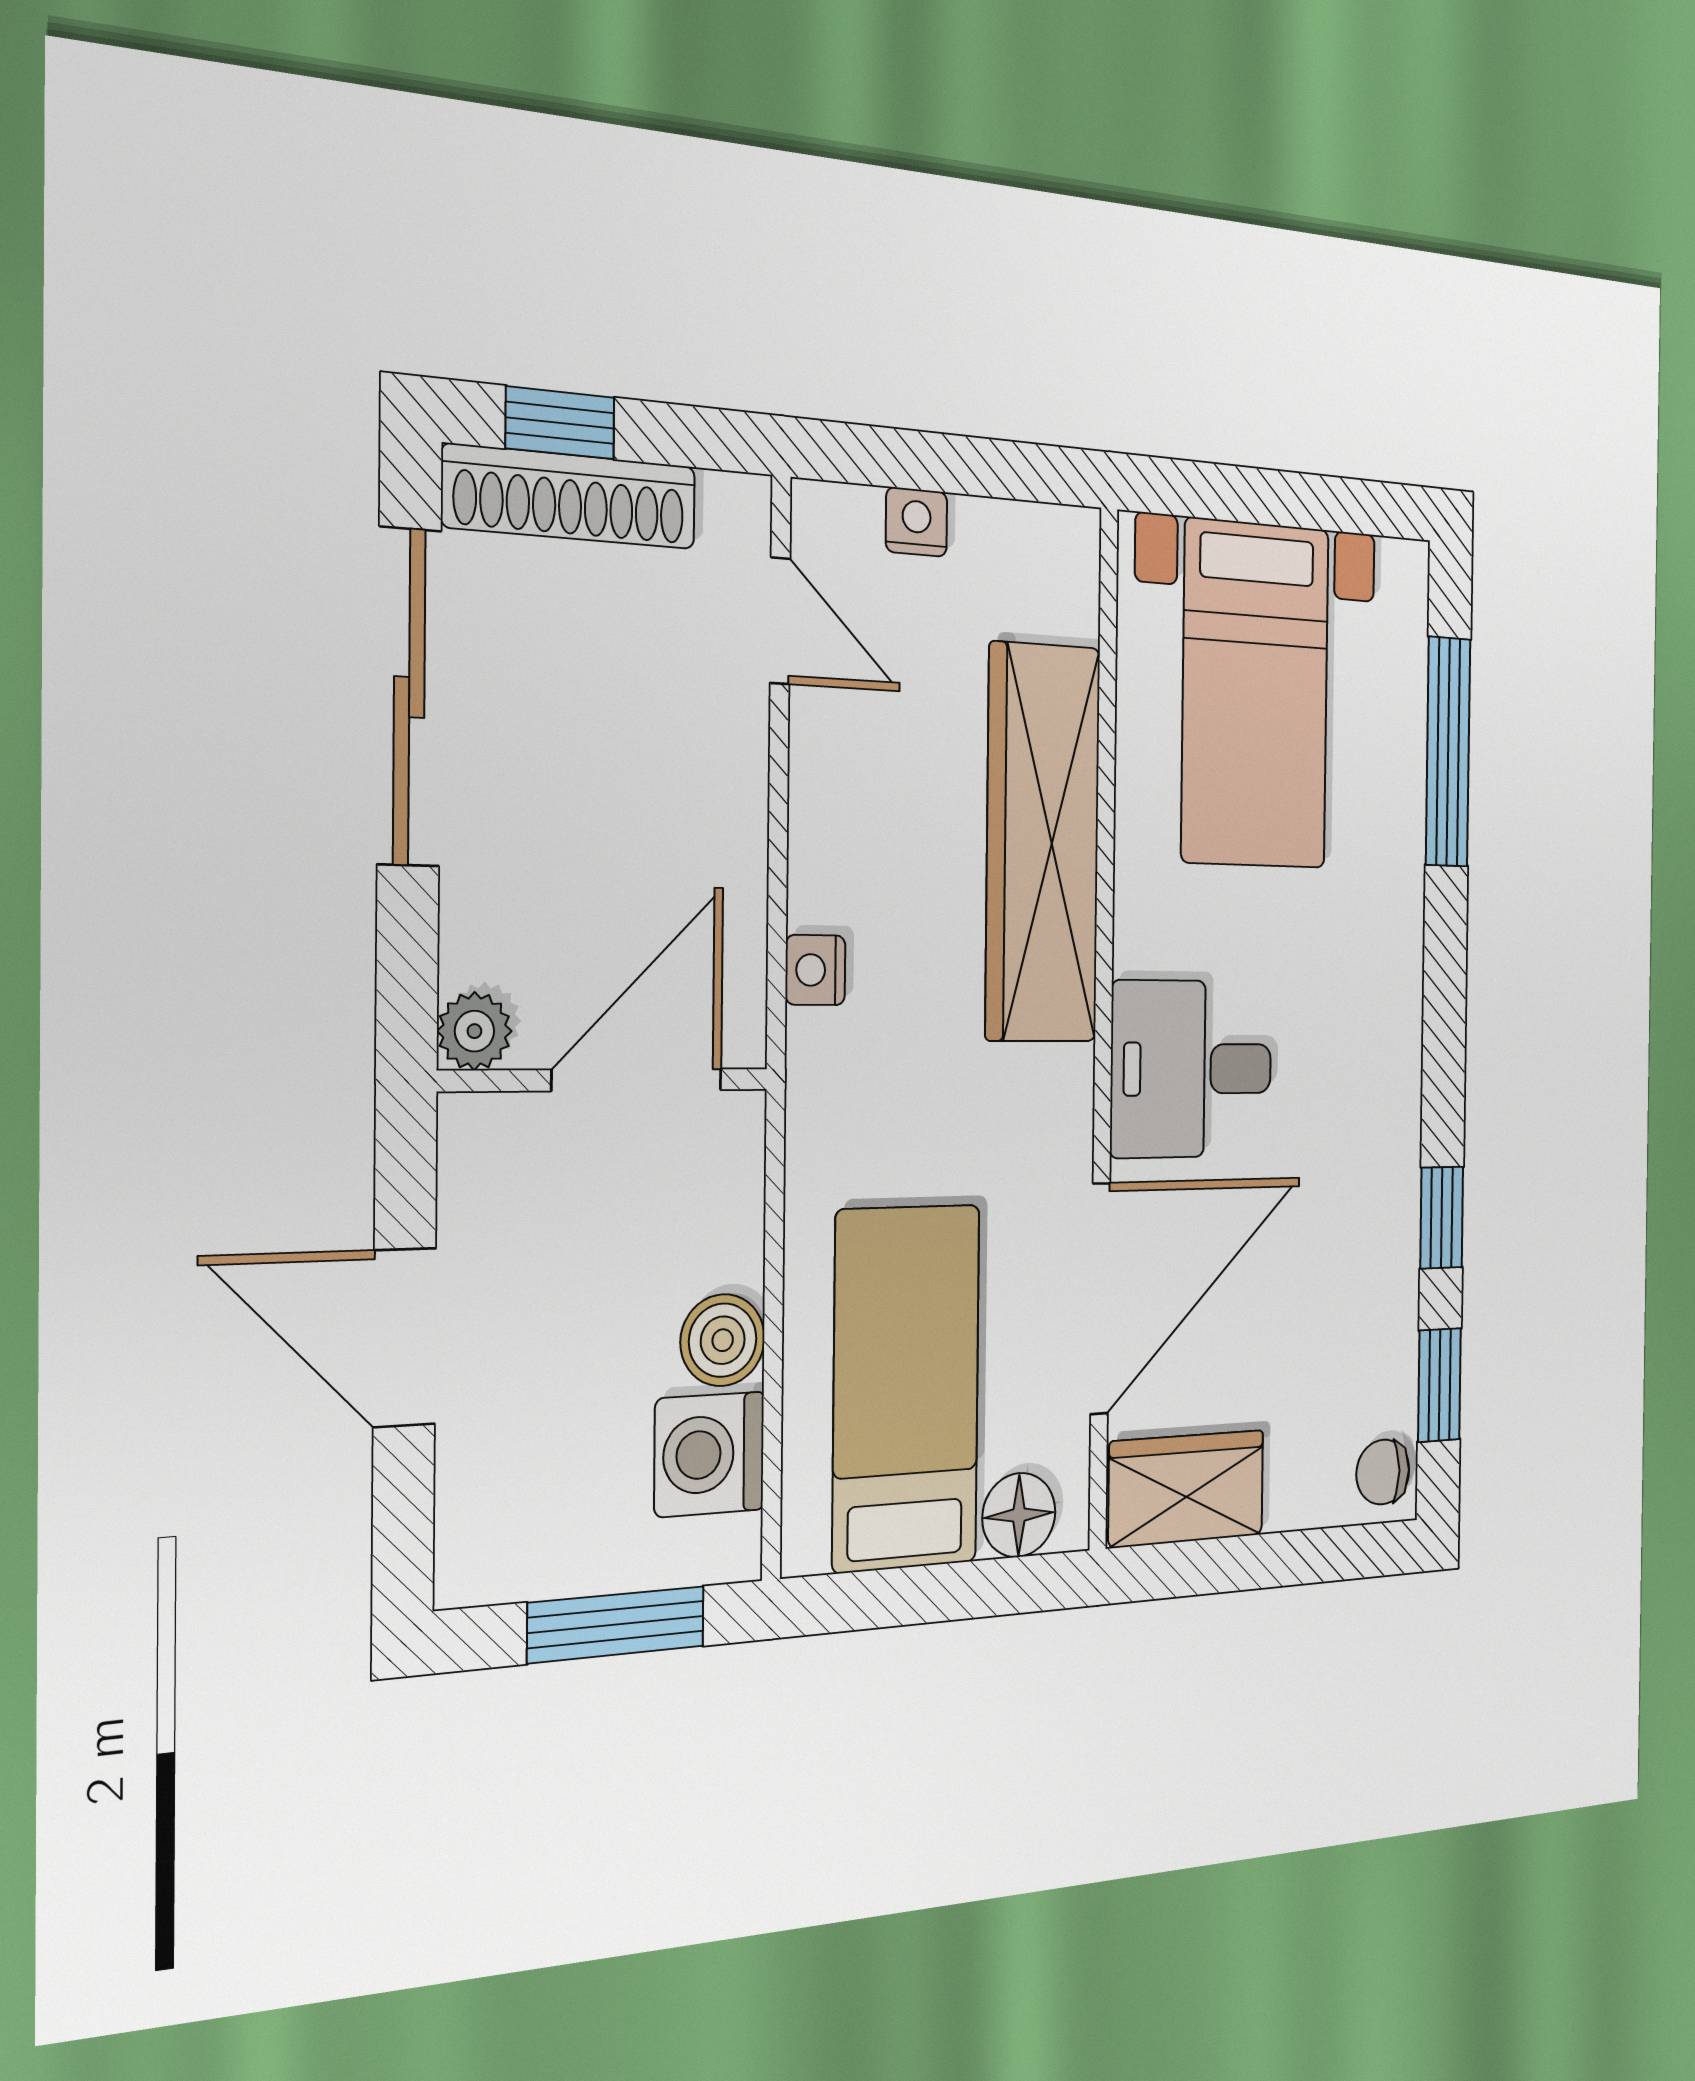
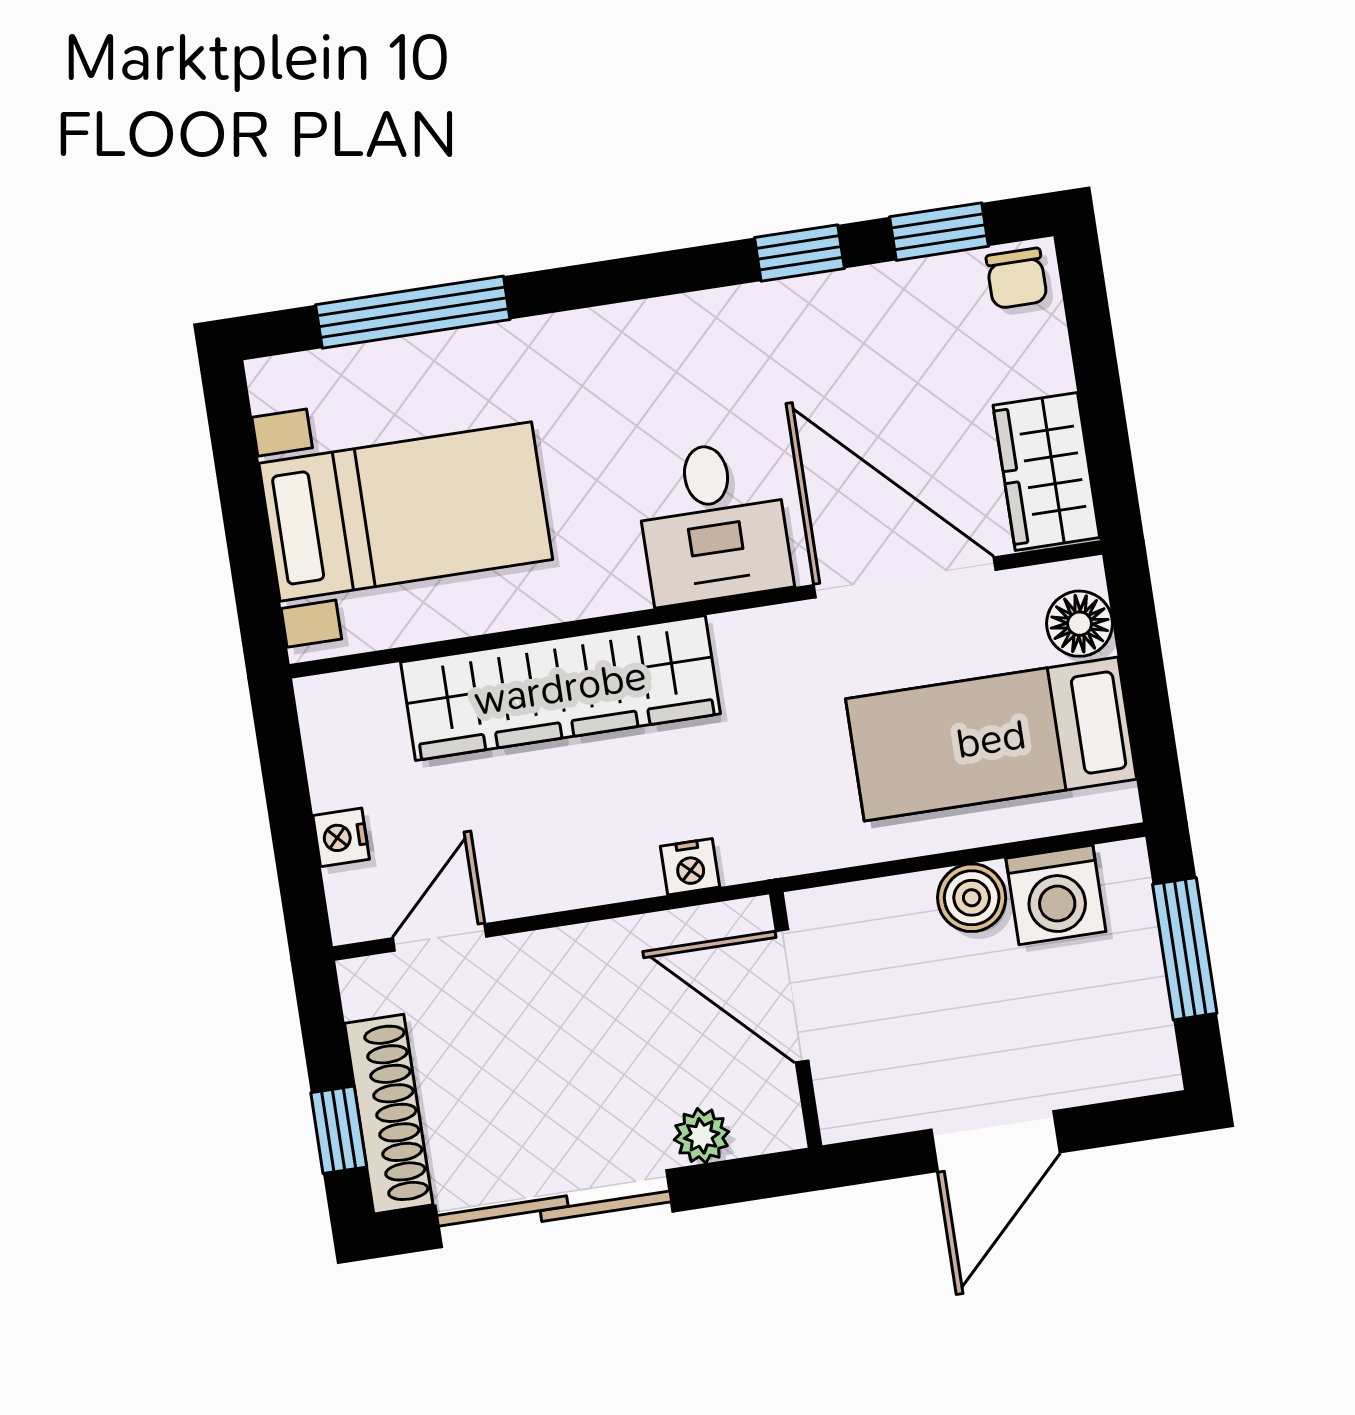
plant: (474, 1031) -> (702, 1136), moved

